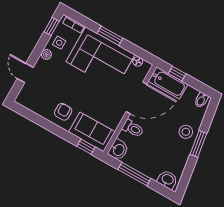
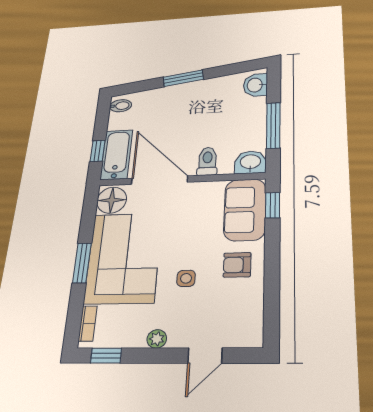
side table: (59, 43) -> (186, 278), moved
floor lamp: (138, 61) -> (112, 200), width x1.89, depth x1.89
stool: (186, 132) -> (175, 100), removed

